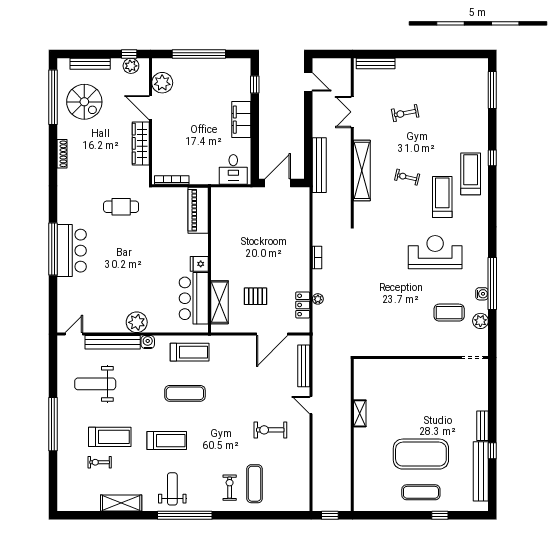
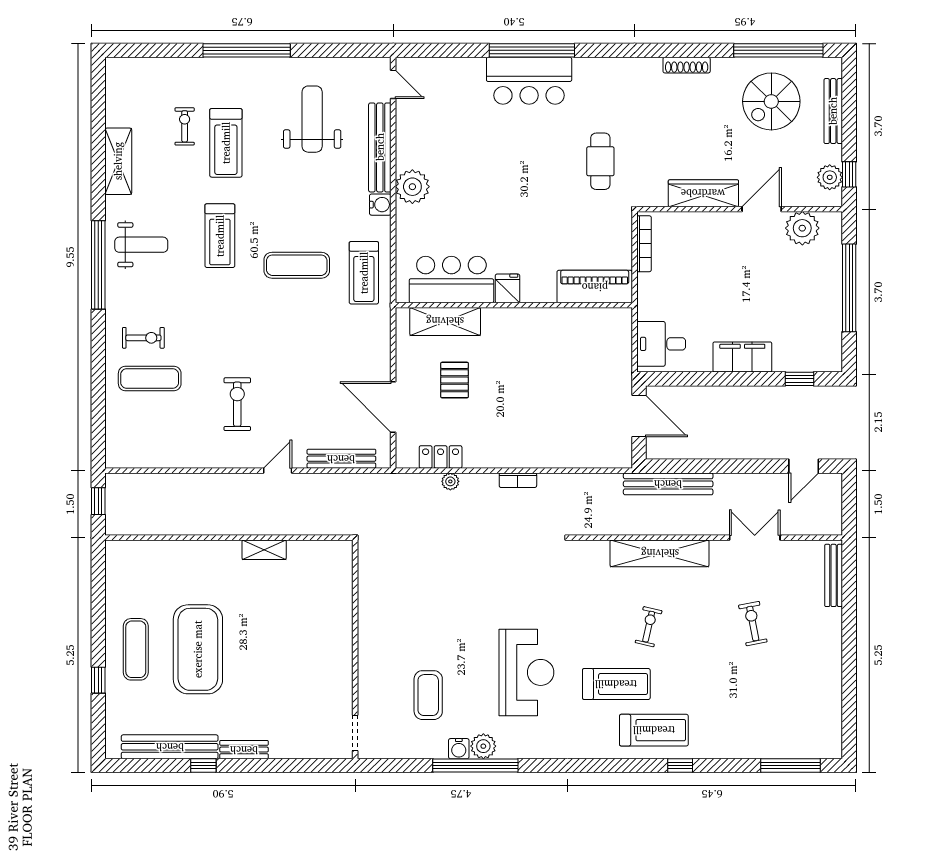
plant: (480, 321) -> (483, 746), moved
exercise mat: (185, 393) -> (297, 265), turned 90

